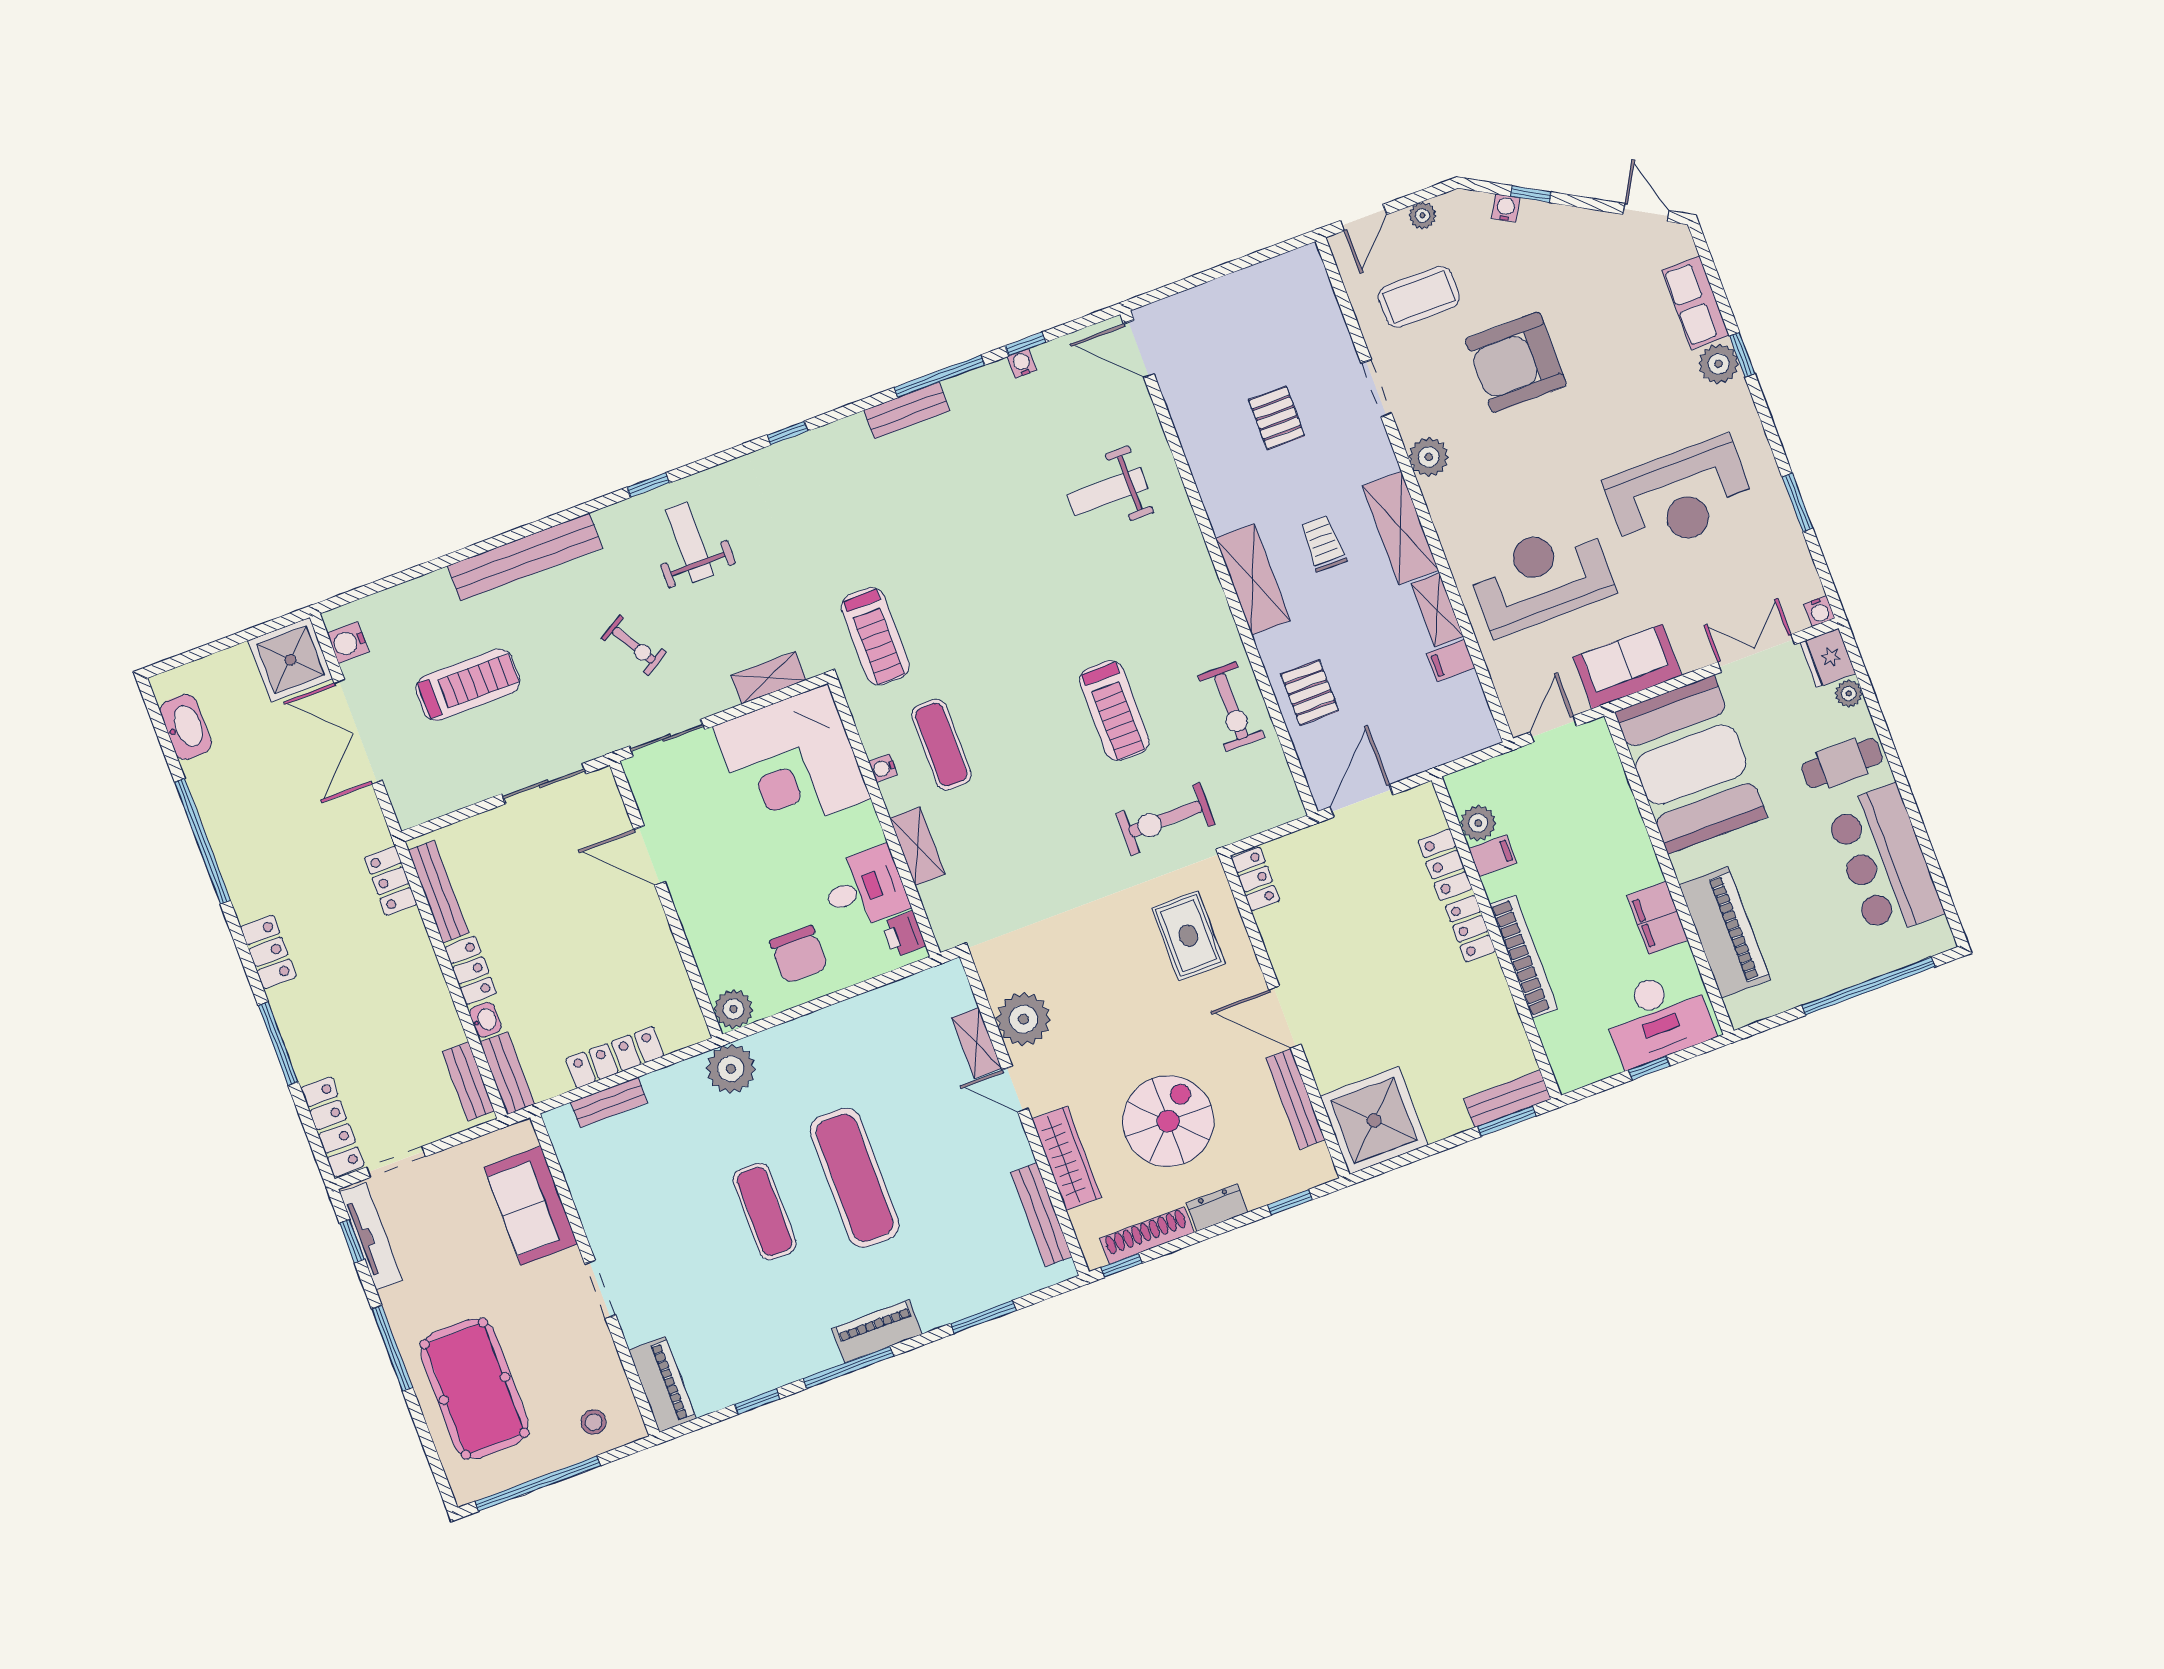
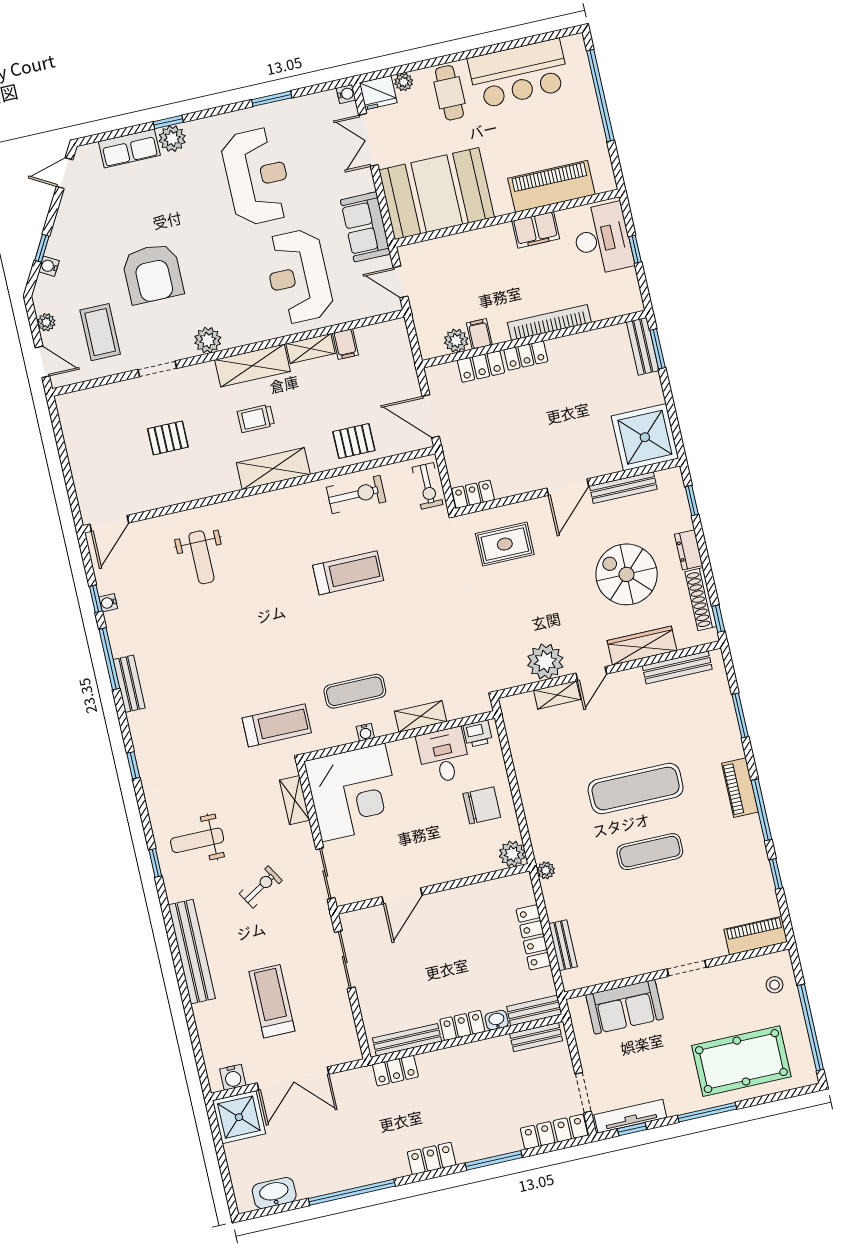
exercise bike: (1165, 819) -> (428, 486), moved, width x0.73, depth x0.72
plant: (731, 1069) -> (546, 870), width x0.53, depth x0.53

